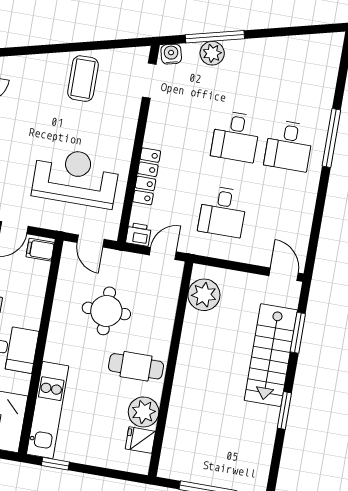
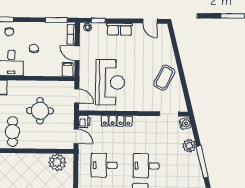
window: (215, 37) -> (202, 162), moved
coffee table: (83, 79) -> (164, 78), turned -64
door: (91, 241) -> (77, 96), swing flipped

